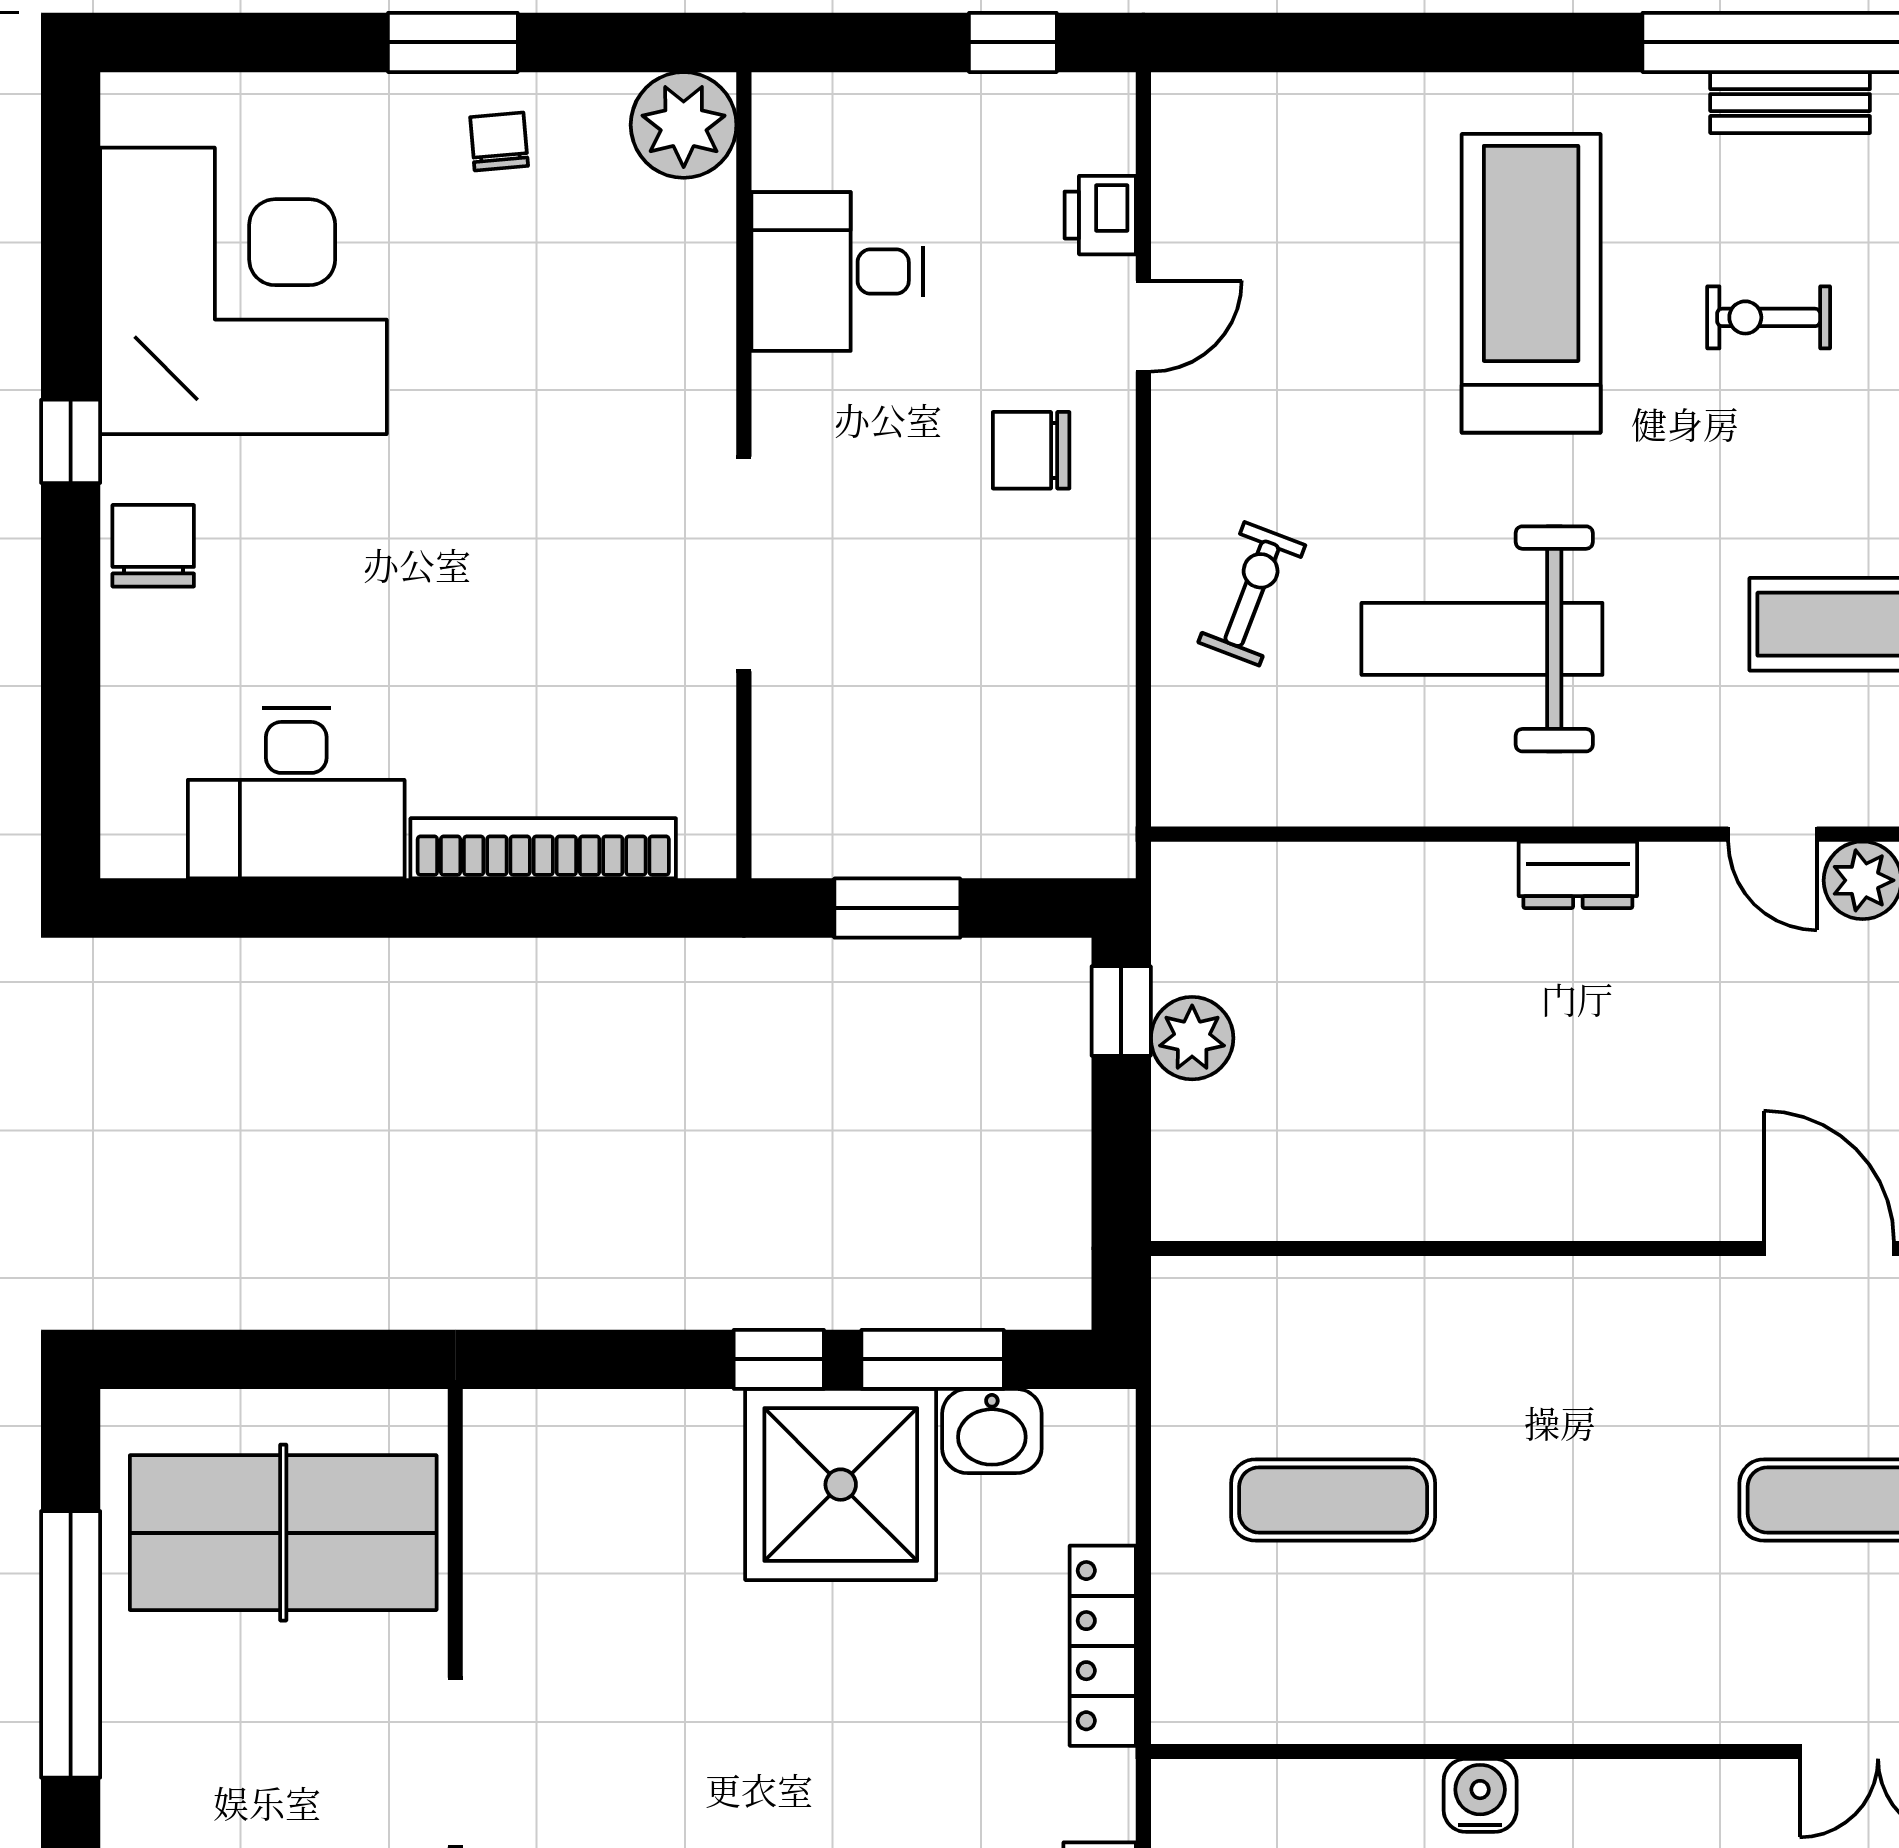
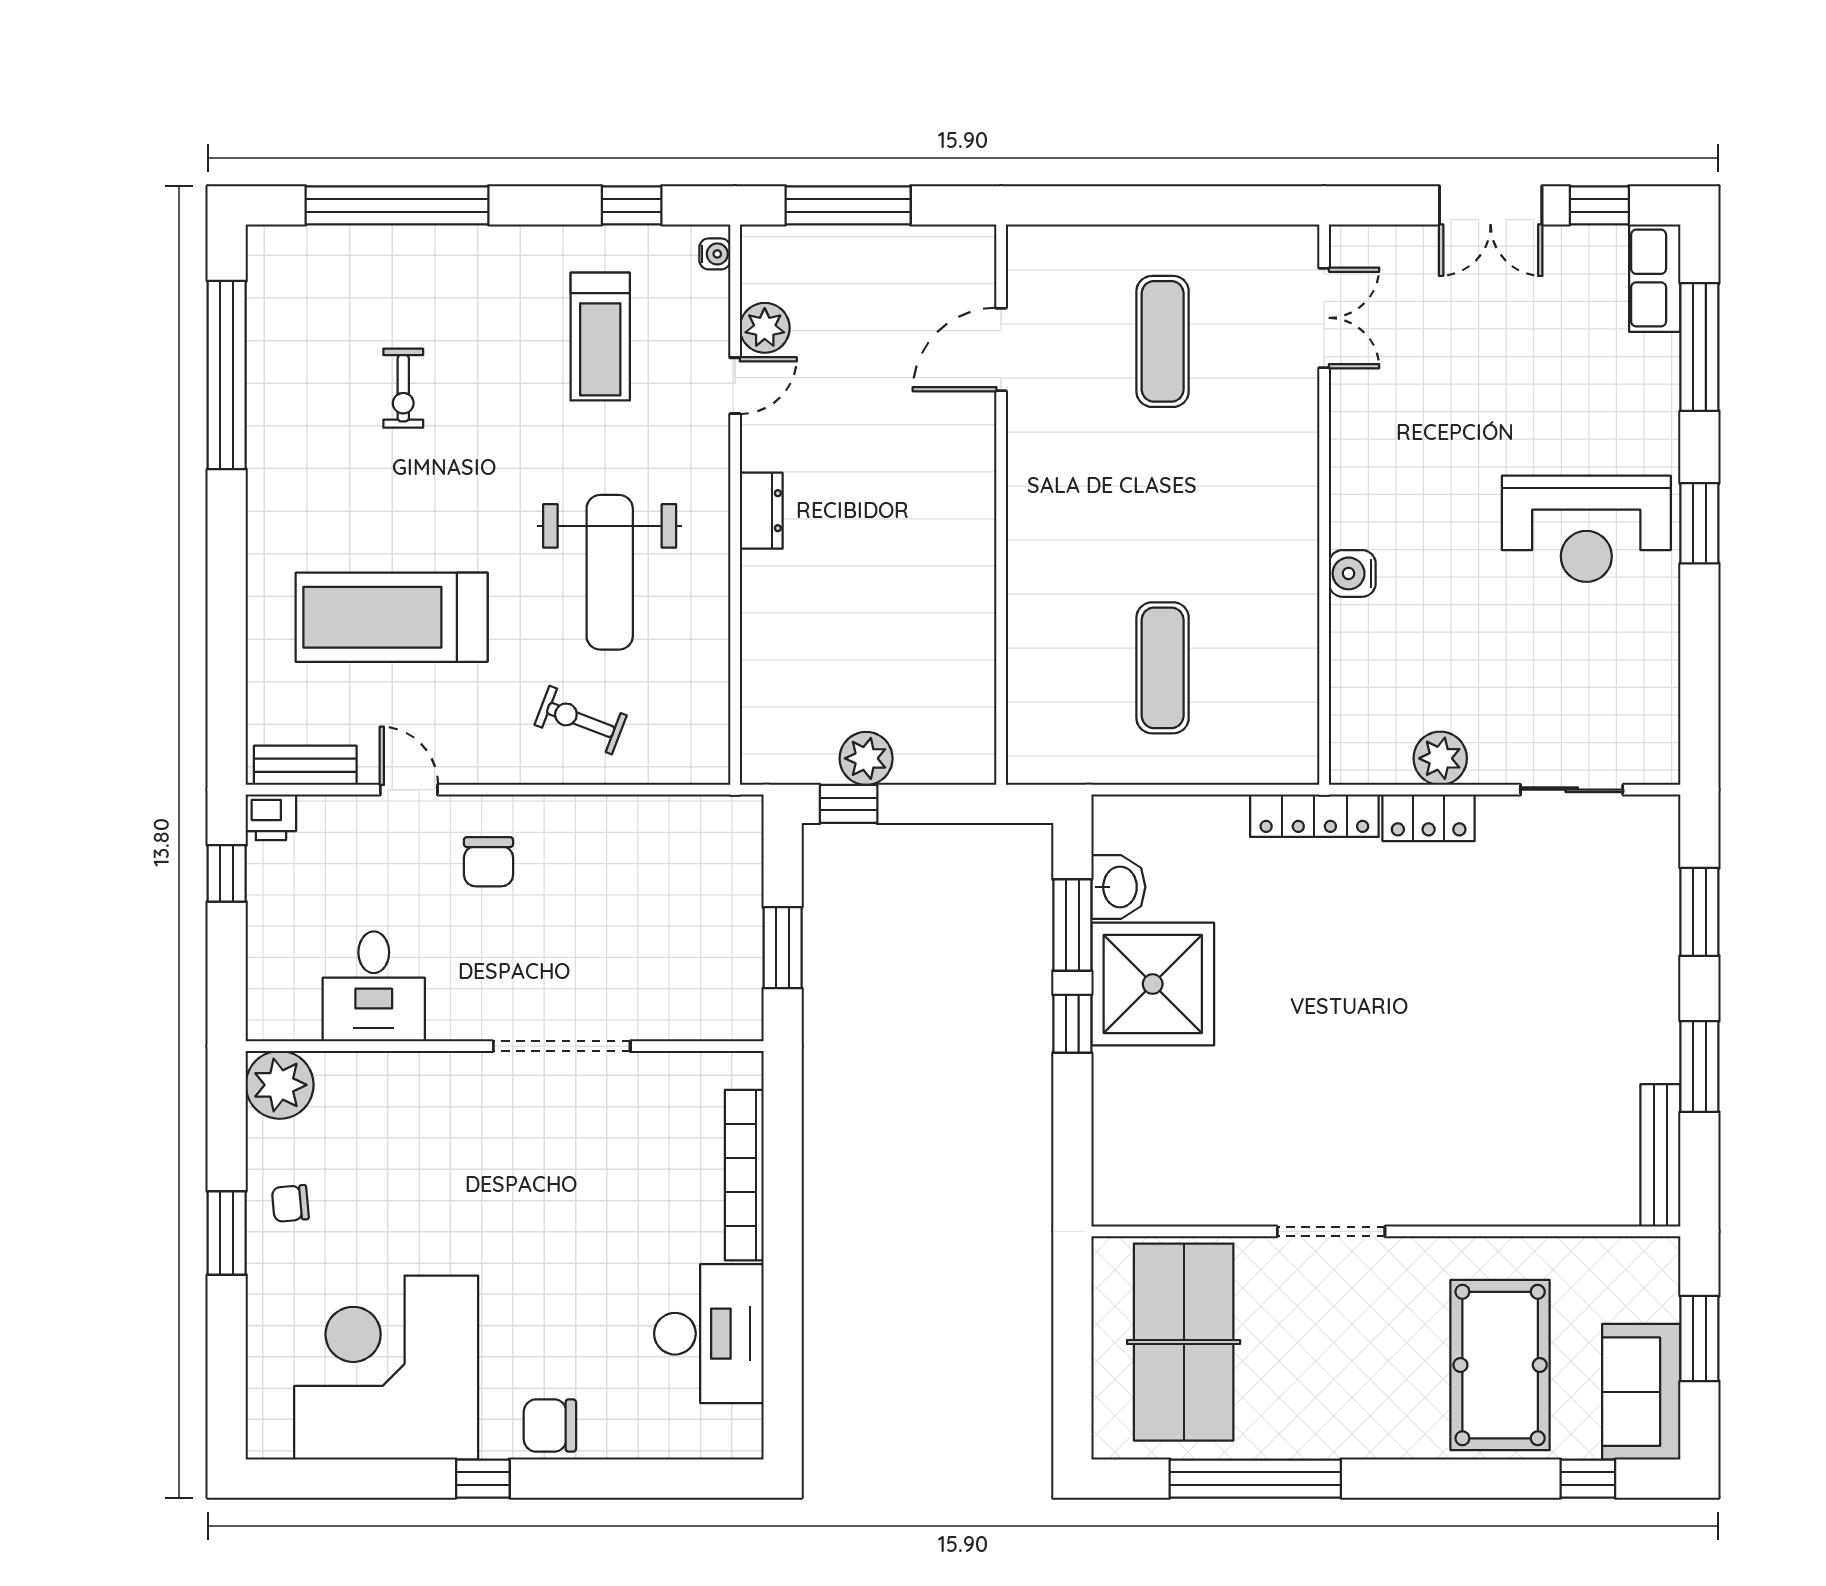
bench: (1790, 103) -> (305, 765), moved, turned 90
printer: (1100, 215) -> (271, 817), moved
treadmill: (1531, 283) -> (392, 617), moved
locker: (1103, 1646) -> (1314, 816), moved

